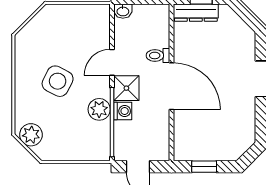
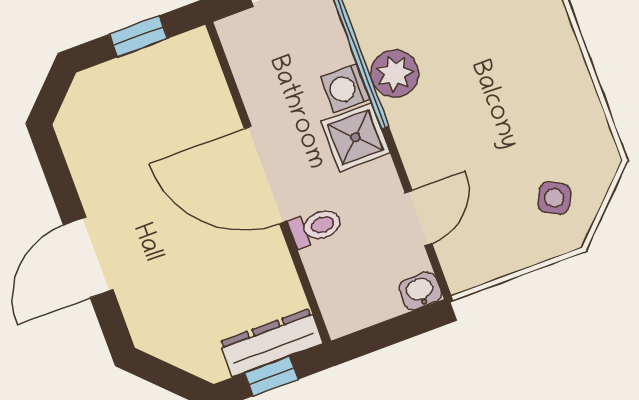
door: (112, 62) -> (418, 218), moved
side table: (58, 81) -> (554, 198), moved, width x0.54, depth x0.54

